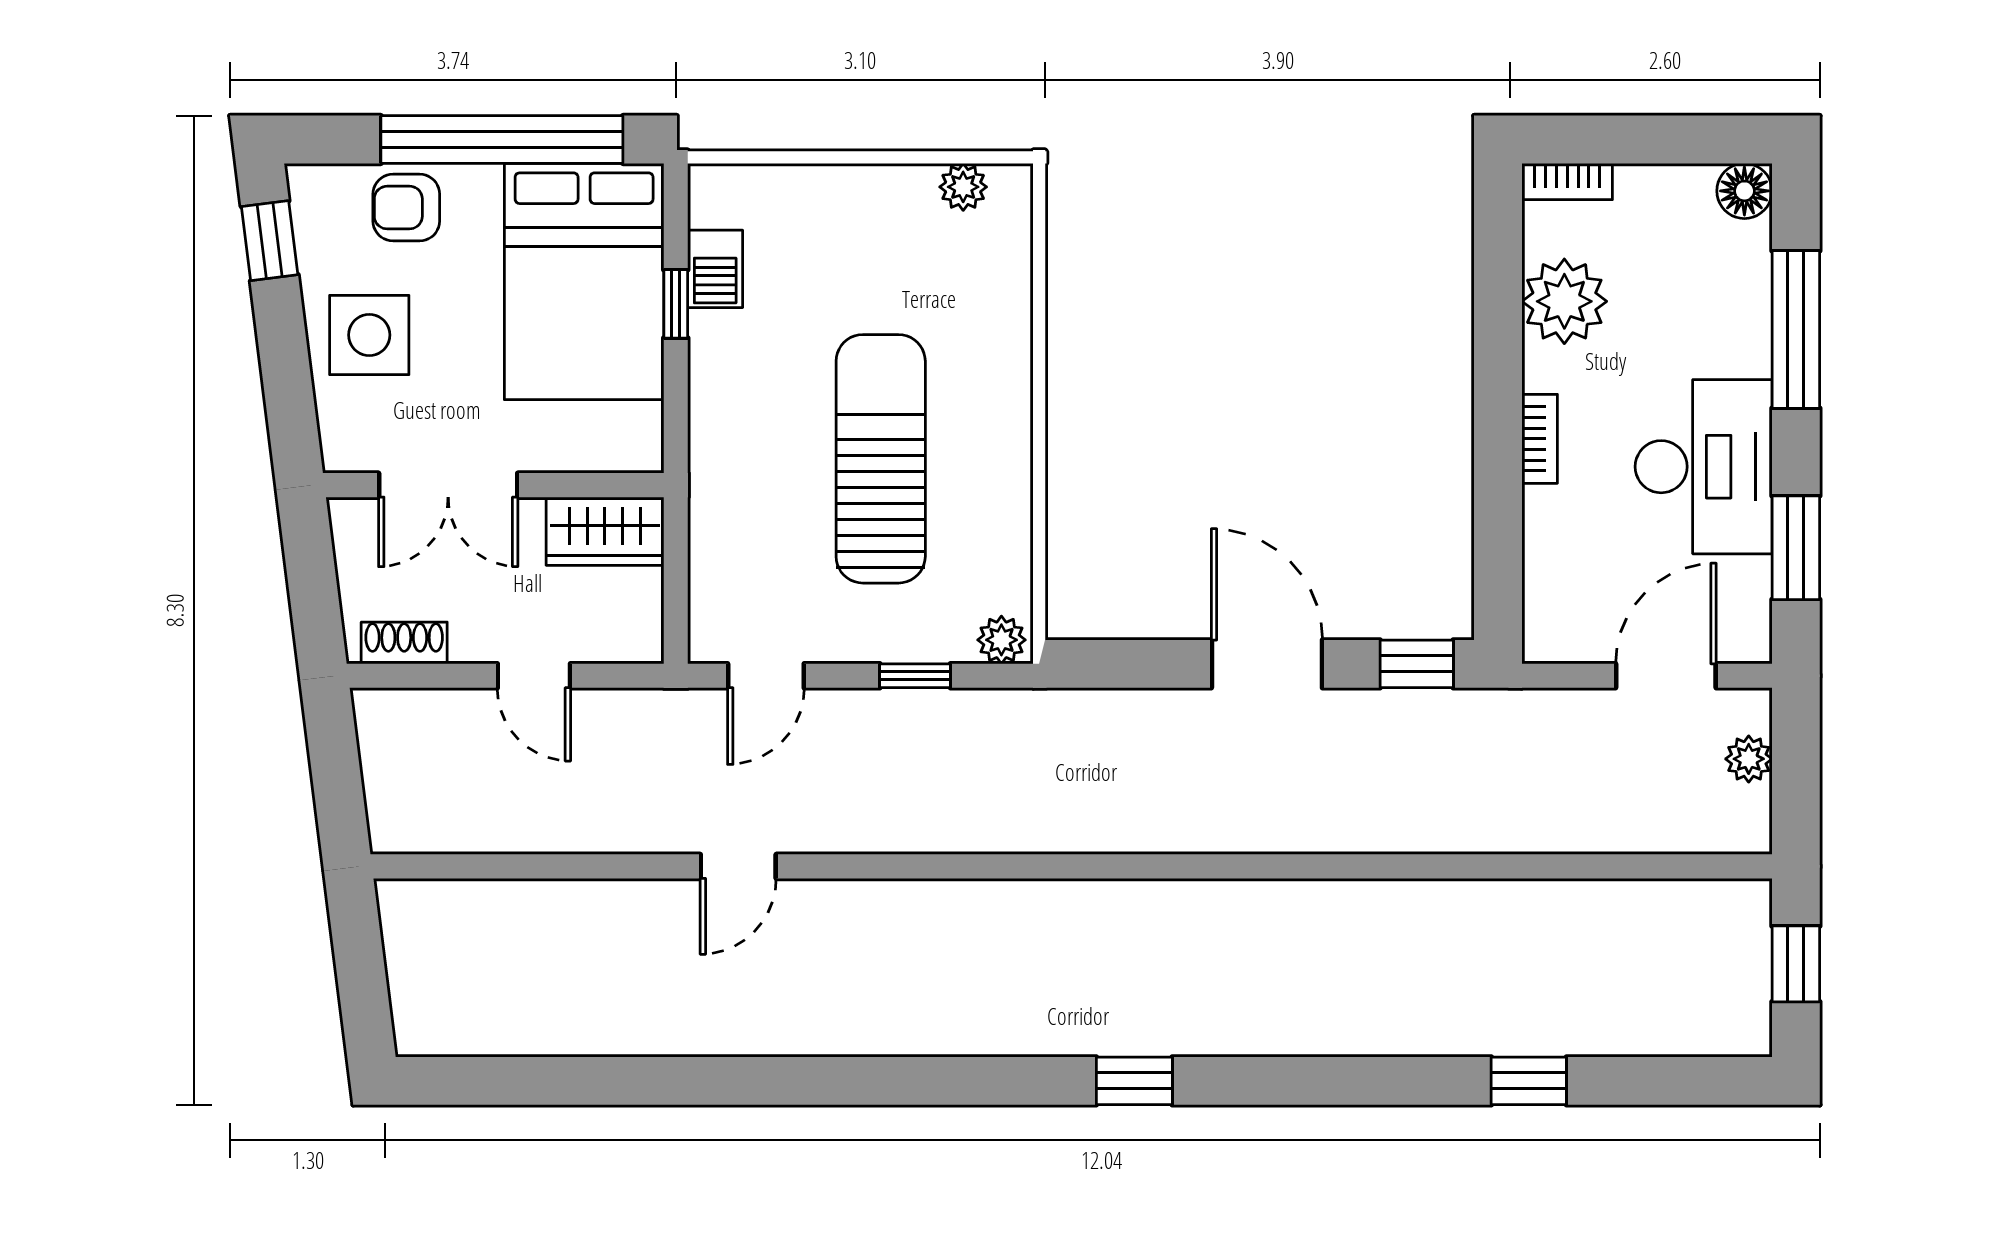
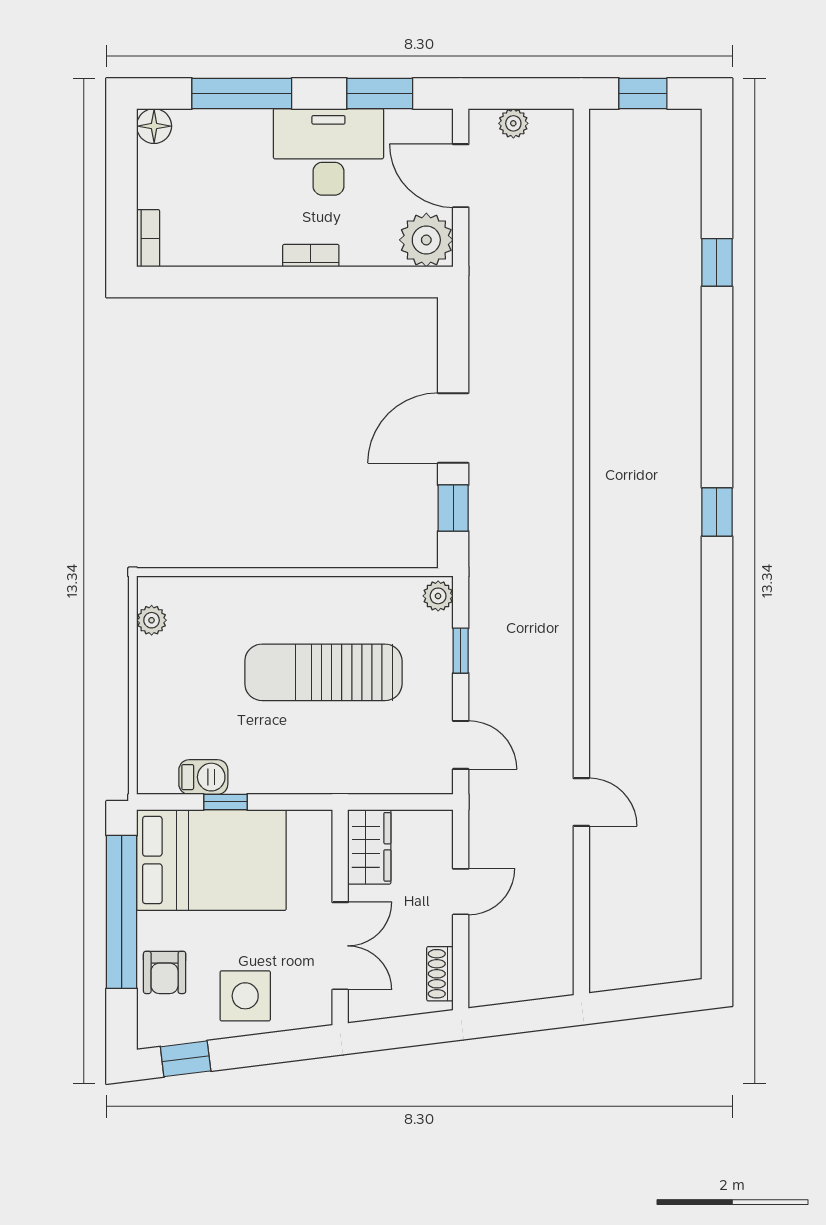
plant: (1564, 301) -> (426, 240), moved
window: (1417, 664) -> (453, 508), moved
door: (738, 866) -> (581, 802), moved

